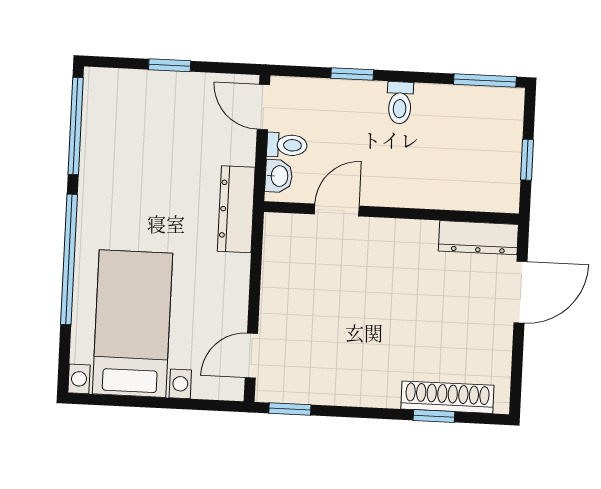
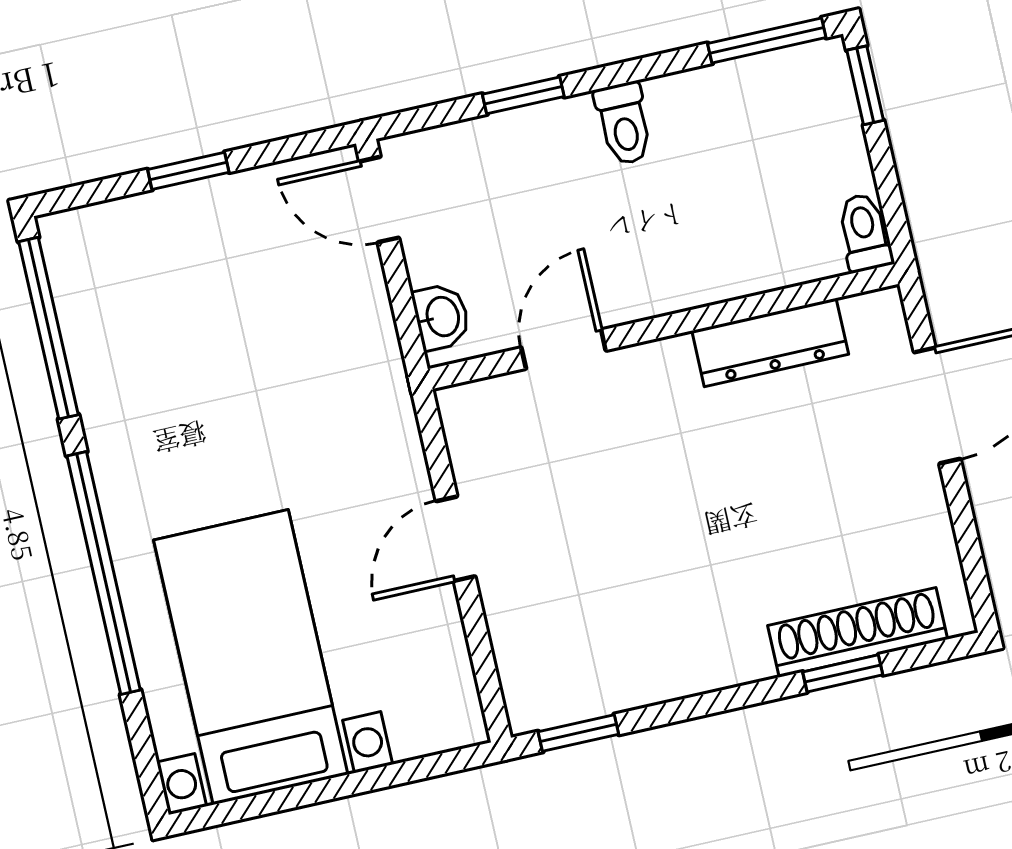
toilet: (287, 145) -> (864, 233), moved, turned -90
window: (527, 160) -> (865, 85), moved
dresser: (236, 209) -> (381, 398), removed
dresser: (478, 238) -> (770, 342), moved
door: (251, 356) -> (456, 539), moved

